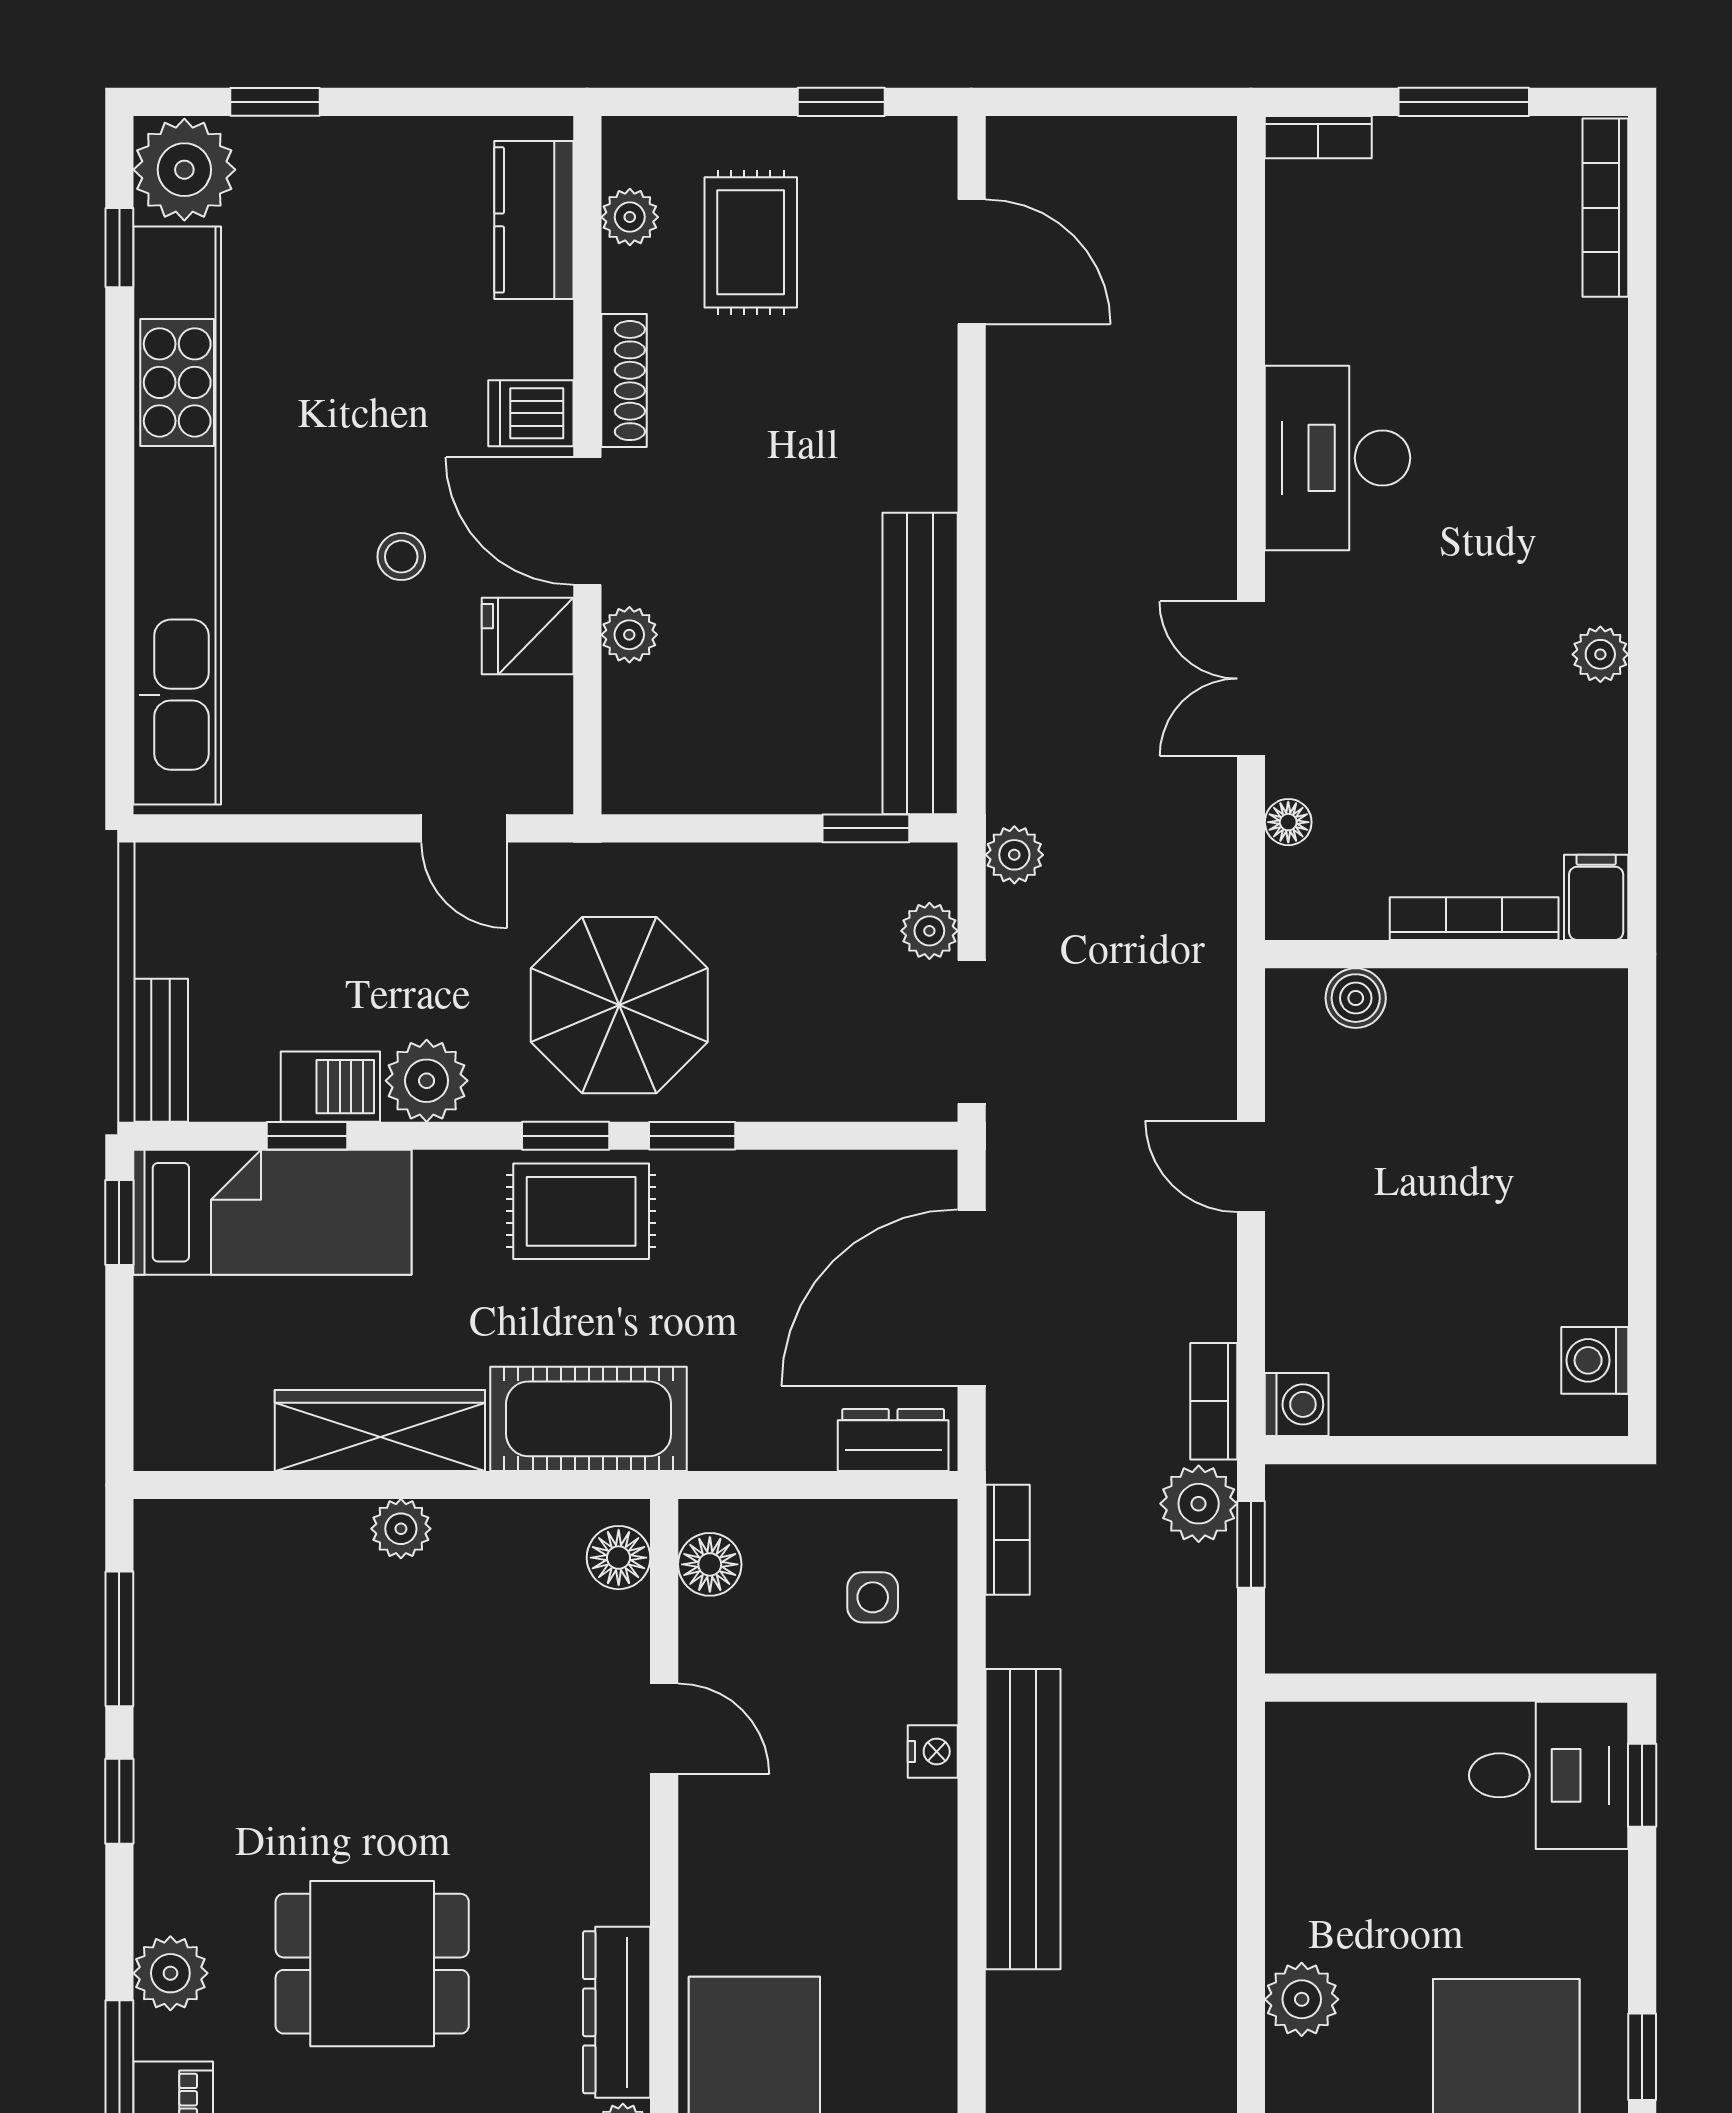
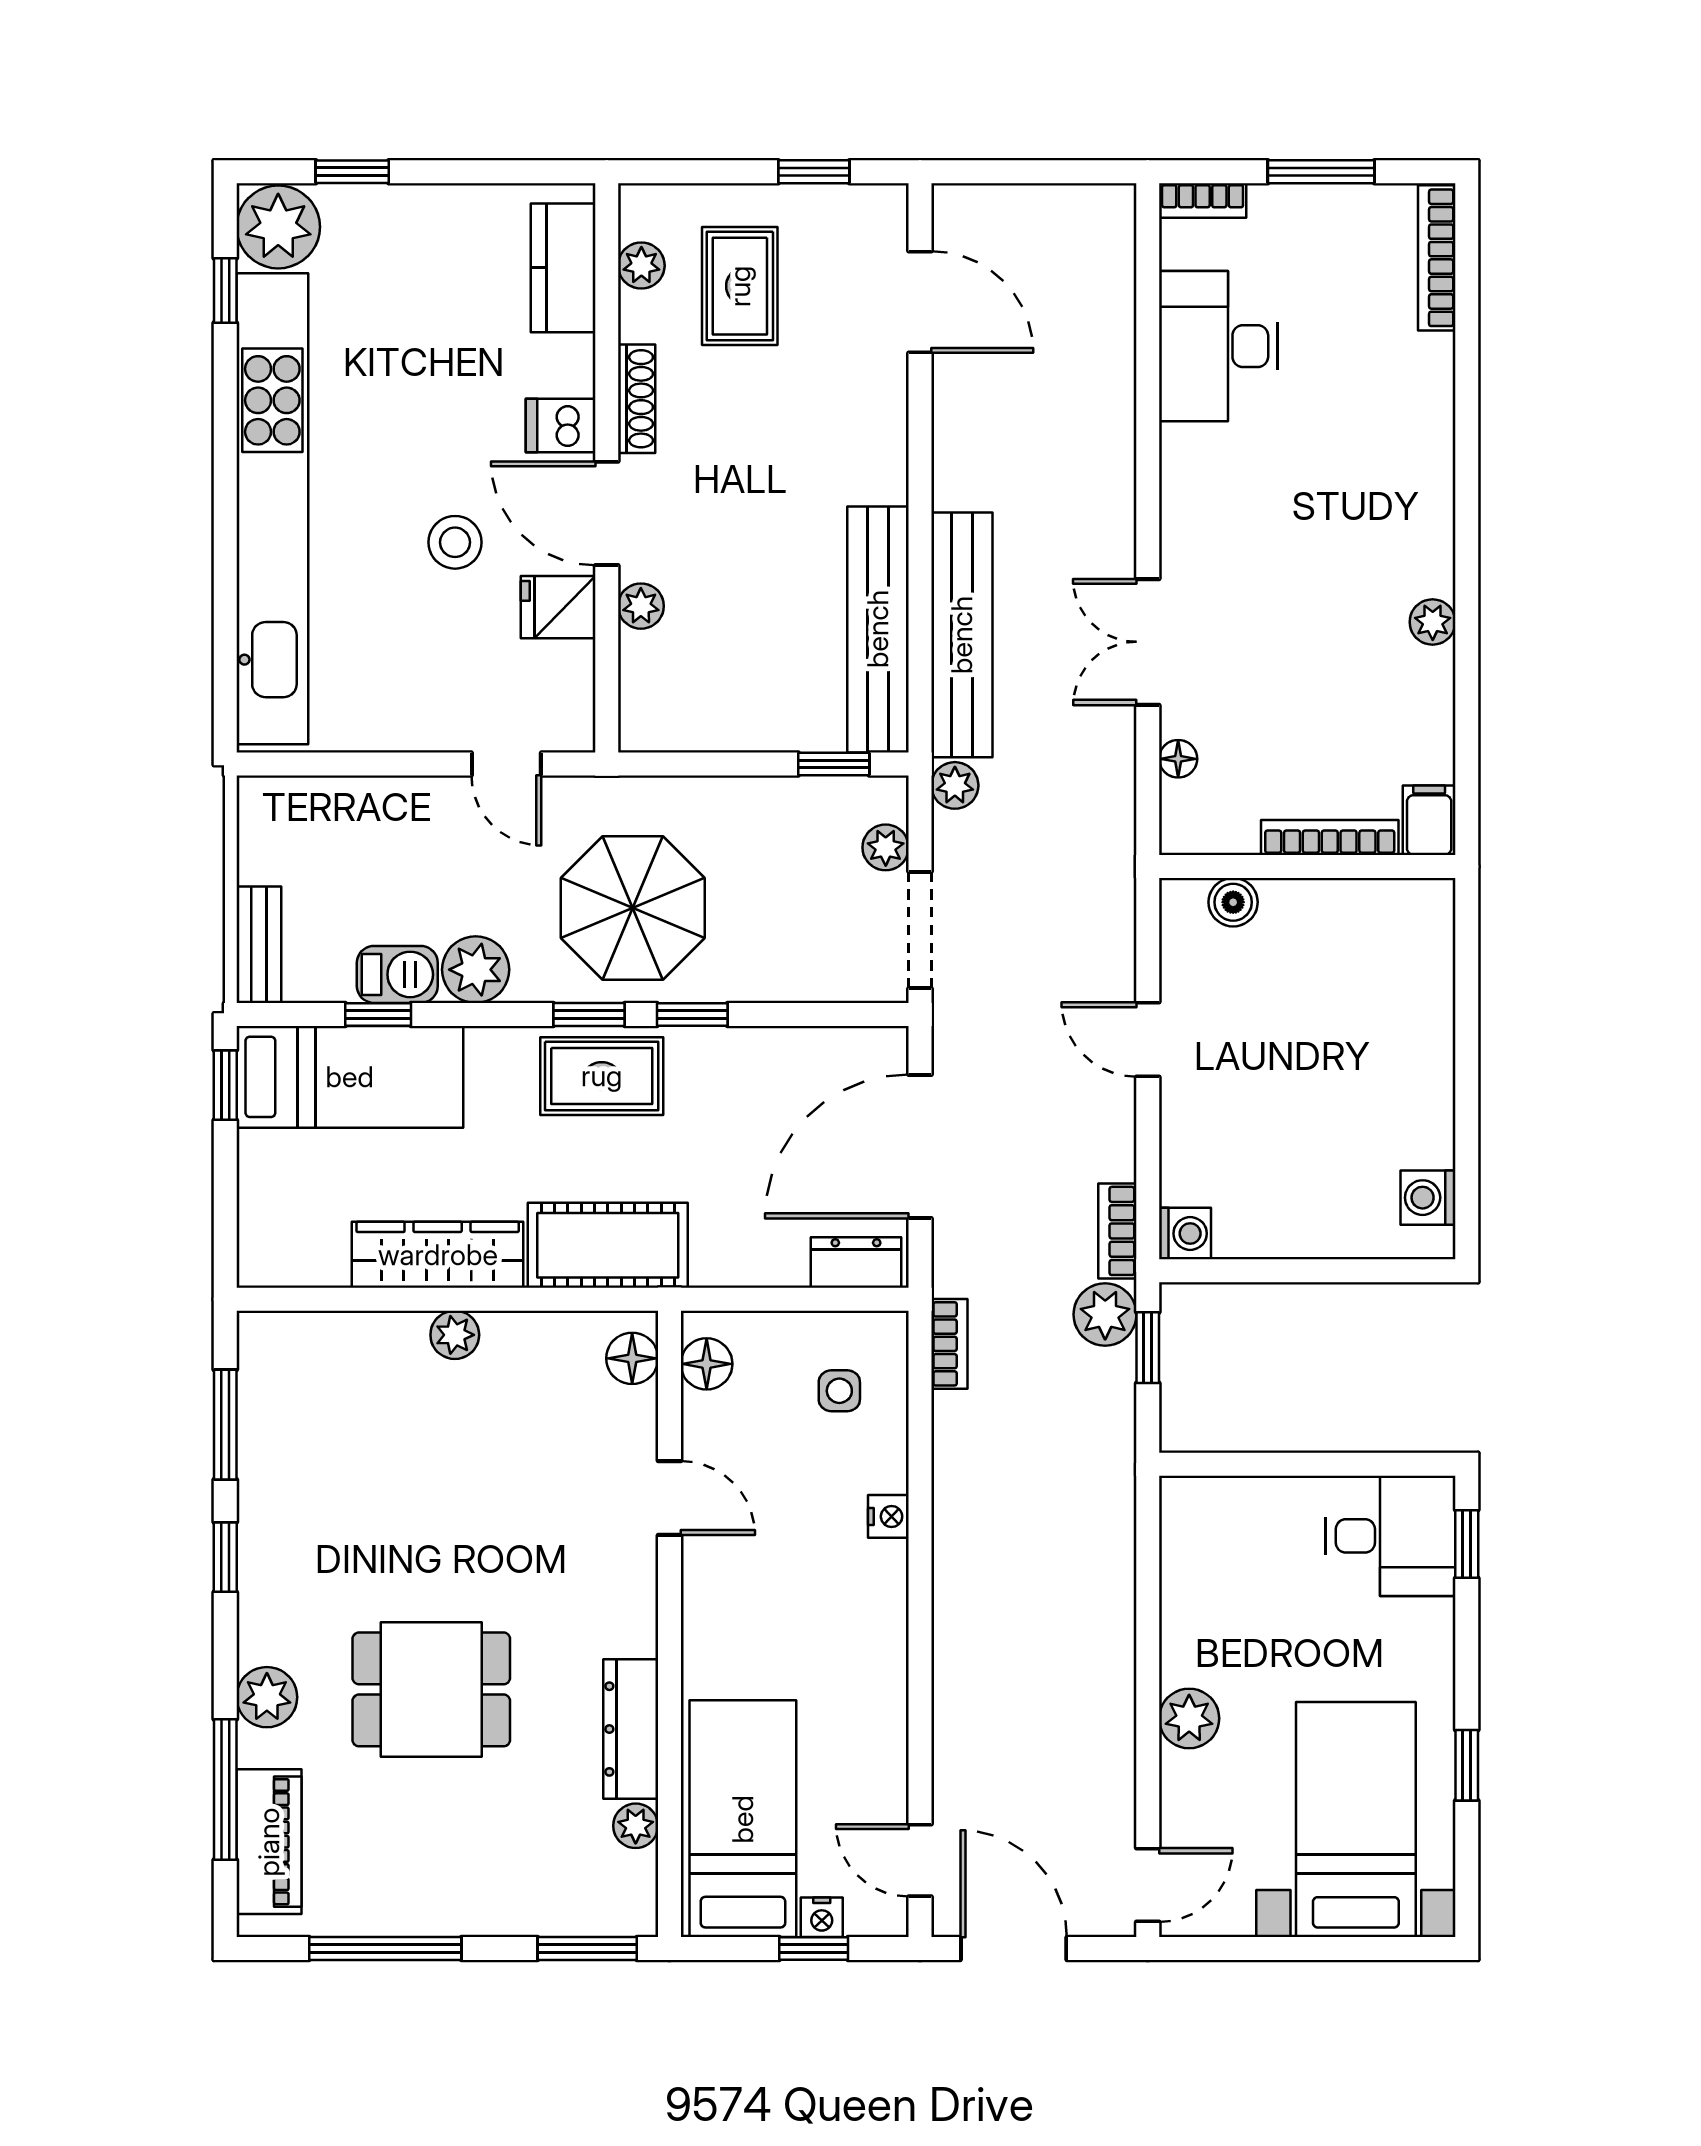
desk: (1338, 458) -> (1218, 346), moved
stool: (401, 557) -> (455, 542), width x1.37, depth x1.37
bench: (1023, 1819) -> (962, 635), moved

